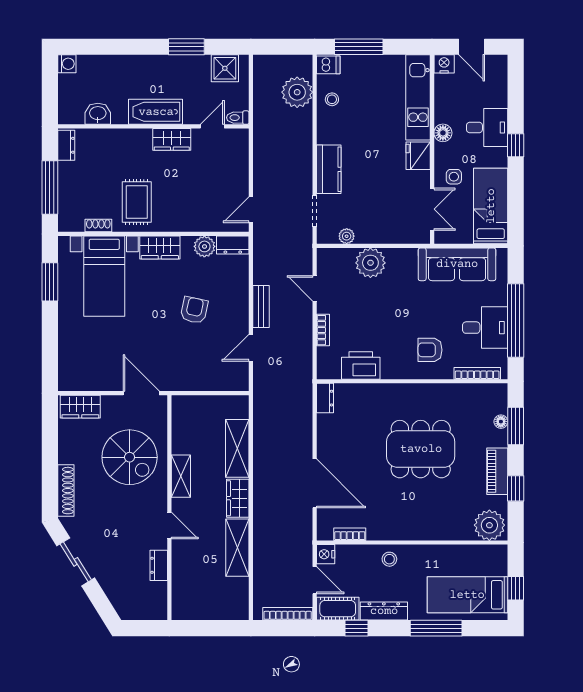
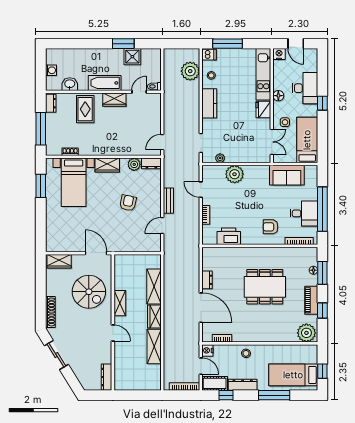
washing machine: (67, 64) -> (51, 70), moved
shower: (225, 68) -> (132, 57), moved
desk: (487, 127) -> (305, 88), width x1.37
kitchen counter: (329, 169) -> (209, 103), moved
rug: (137, 202) -> (85, 109), moved
sofa: (457, 264) -> (287, 175), width x0.73
dresser: (325, 398) -> (207, 280), moved
dresser: (159, 565) -> (107, 377), moved, width x1.44

